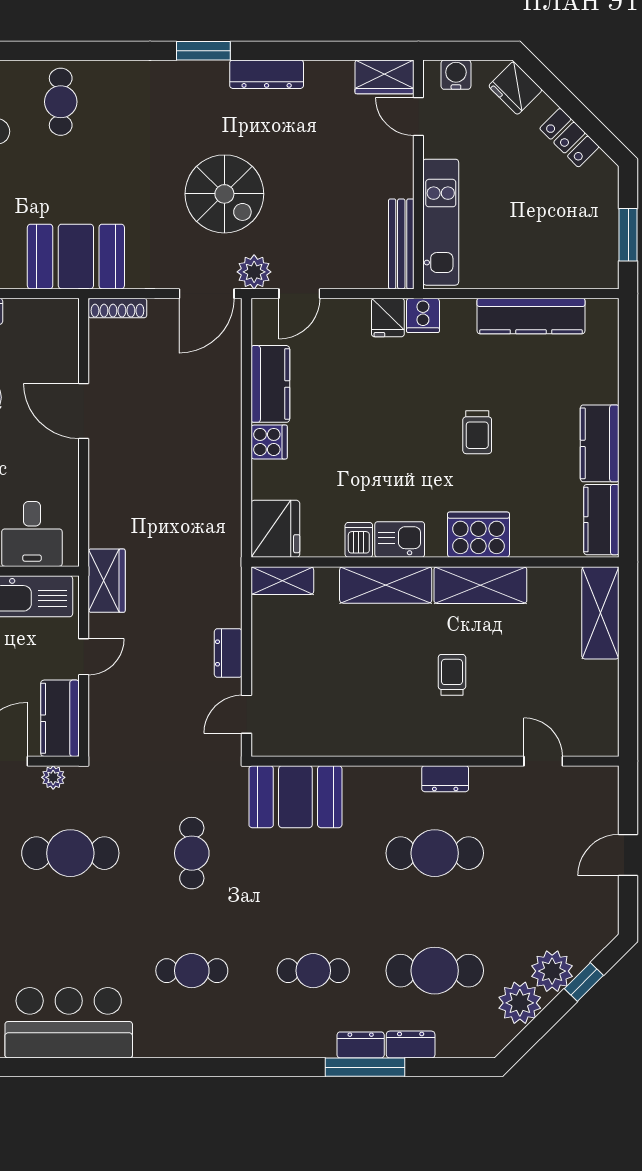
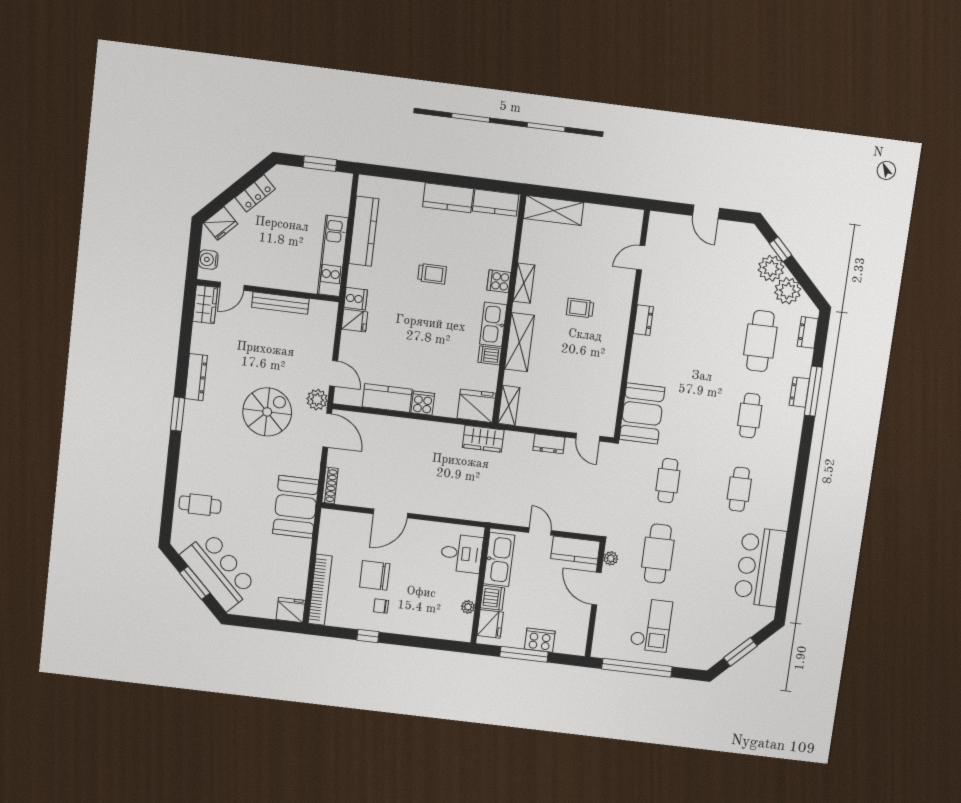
kitchen unit: (441, 222) -> (333, 256), moved, turned -90
bench: (401, 244) -> (280, 303), moved
cooker: (478, 535) -> (499, 281), width x0.53, depth x0.76
kitchen sink: (400, 539) -> (493, 324), width x1.38
wardrobe: (107, 581) -> (483, 439), moved, turned 180
shelving: (480, 585) -> (524, 283), width x0.67, depth x0.75
cafe table: (192, 853) -> (668, 481), turned 90
cafe table: (435, 853) -> (688, 332), removed
dresser: (411, 1045) -> (808, 332), moved

